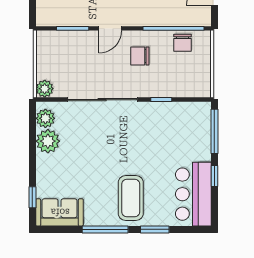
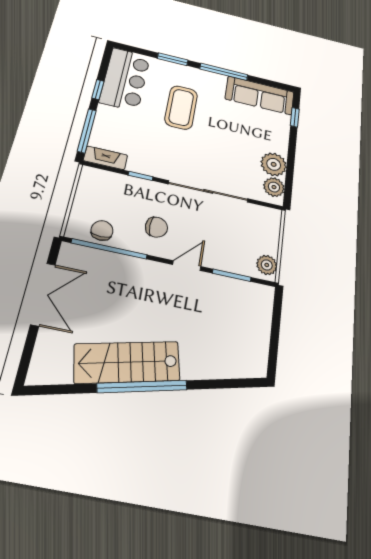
plant: (45, 89) -> (267, 265), moved
fireplace: (193, 109) -> (106, 158), added
coffee table: (131, 198) -> (181, 107), moved
sofa: (60, 212) -> (260, 95), width x1.36

